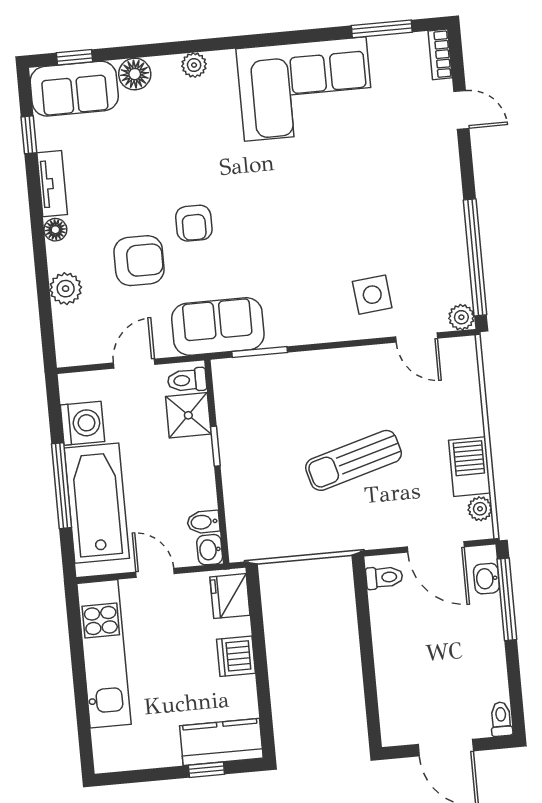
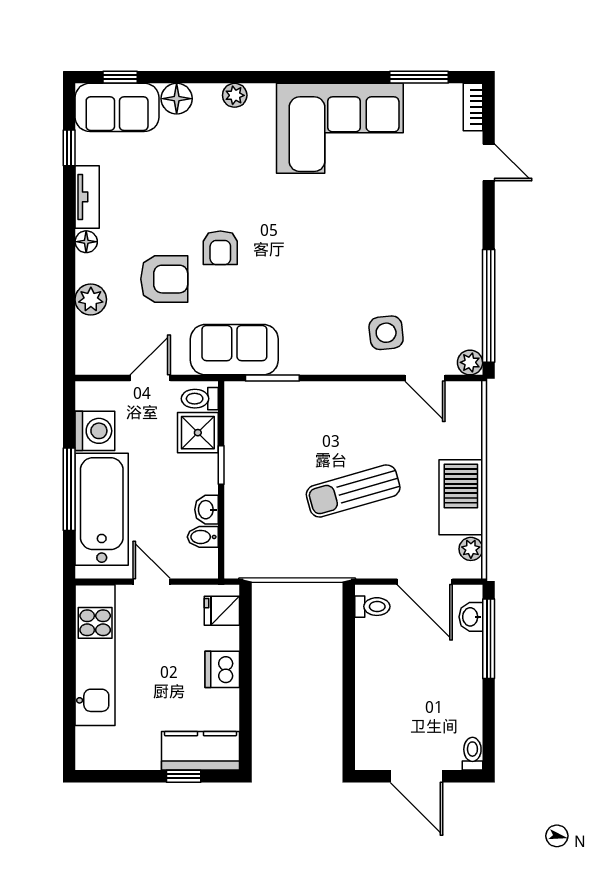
barbecue: (470, 467) -> (461, 497), width x1.37, depth x1.21
washbasin: (210, 550) -> (206, 510), moved
fridge: (230, 596) -> (222, 611), width x0.72

